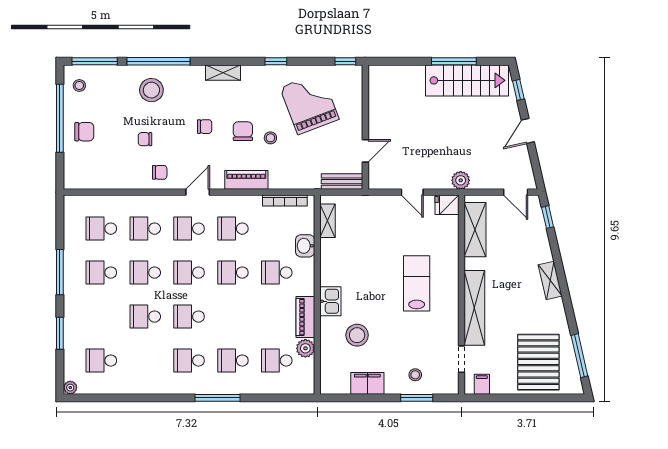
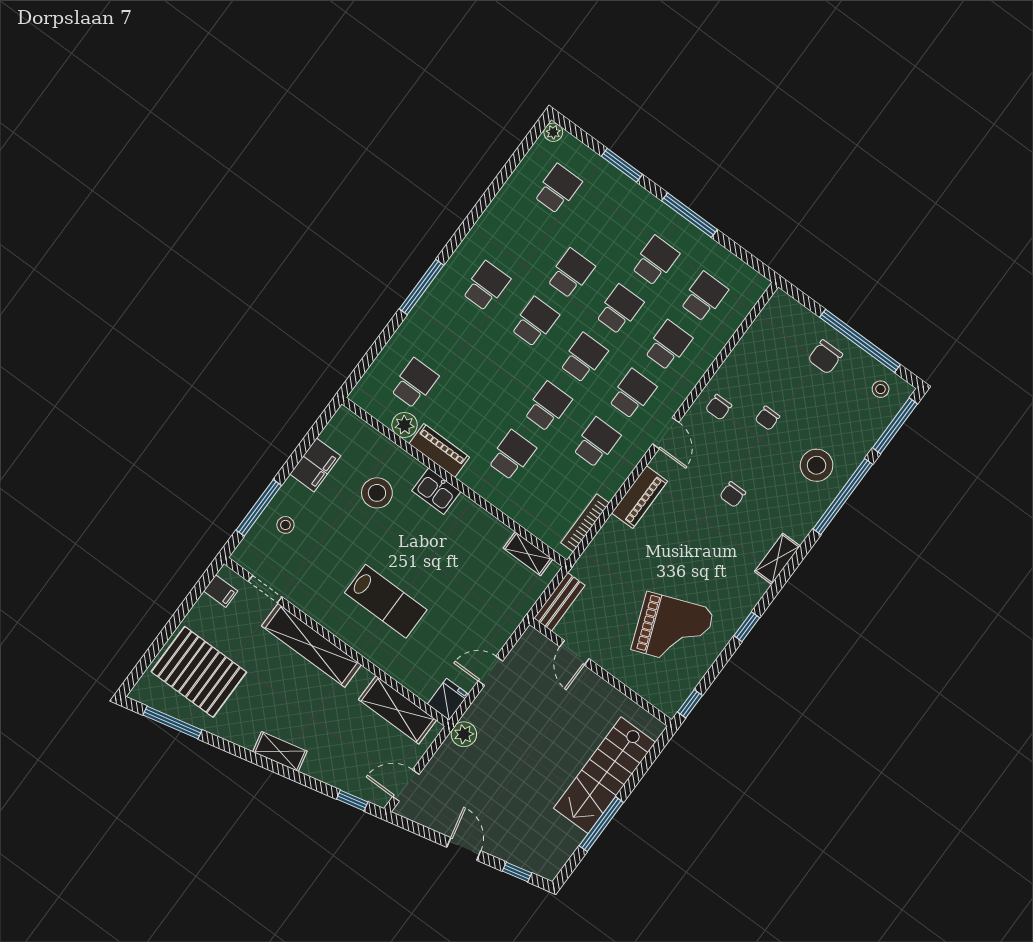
stairs: (467, 80) -> (605, 775), moved
chair: (243, 131) -> (696, 533), removed
stool: (270, 138) -> (666, 558), removed
chair: (145, 139) -> (767, 418), turned 180
washbasin: (305, 246) -> (518, 508), removed
school desk: (233, 361) -> (450, 335), removed
window: (417, 398) -> (259, 508), width x1.44

